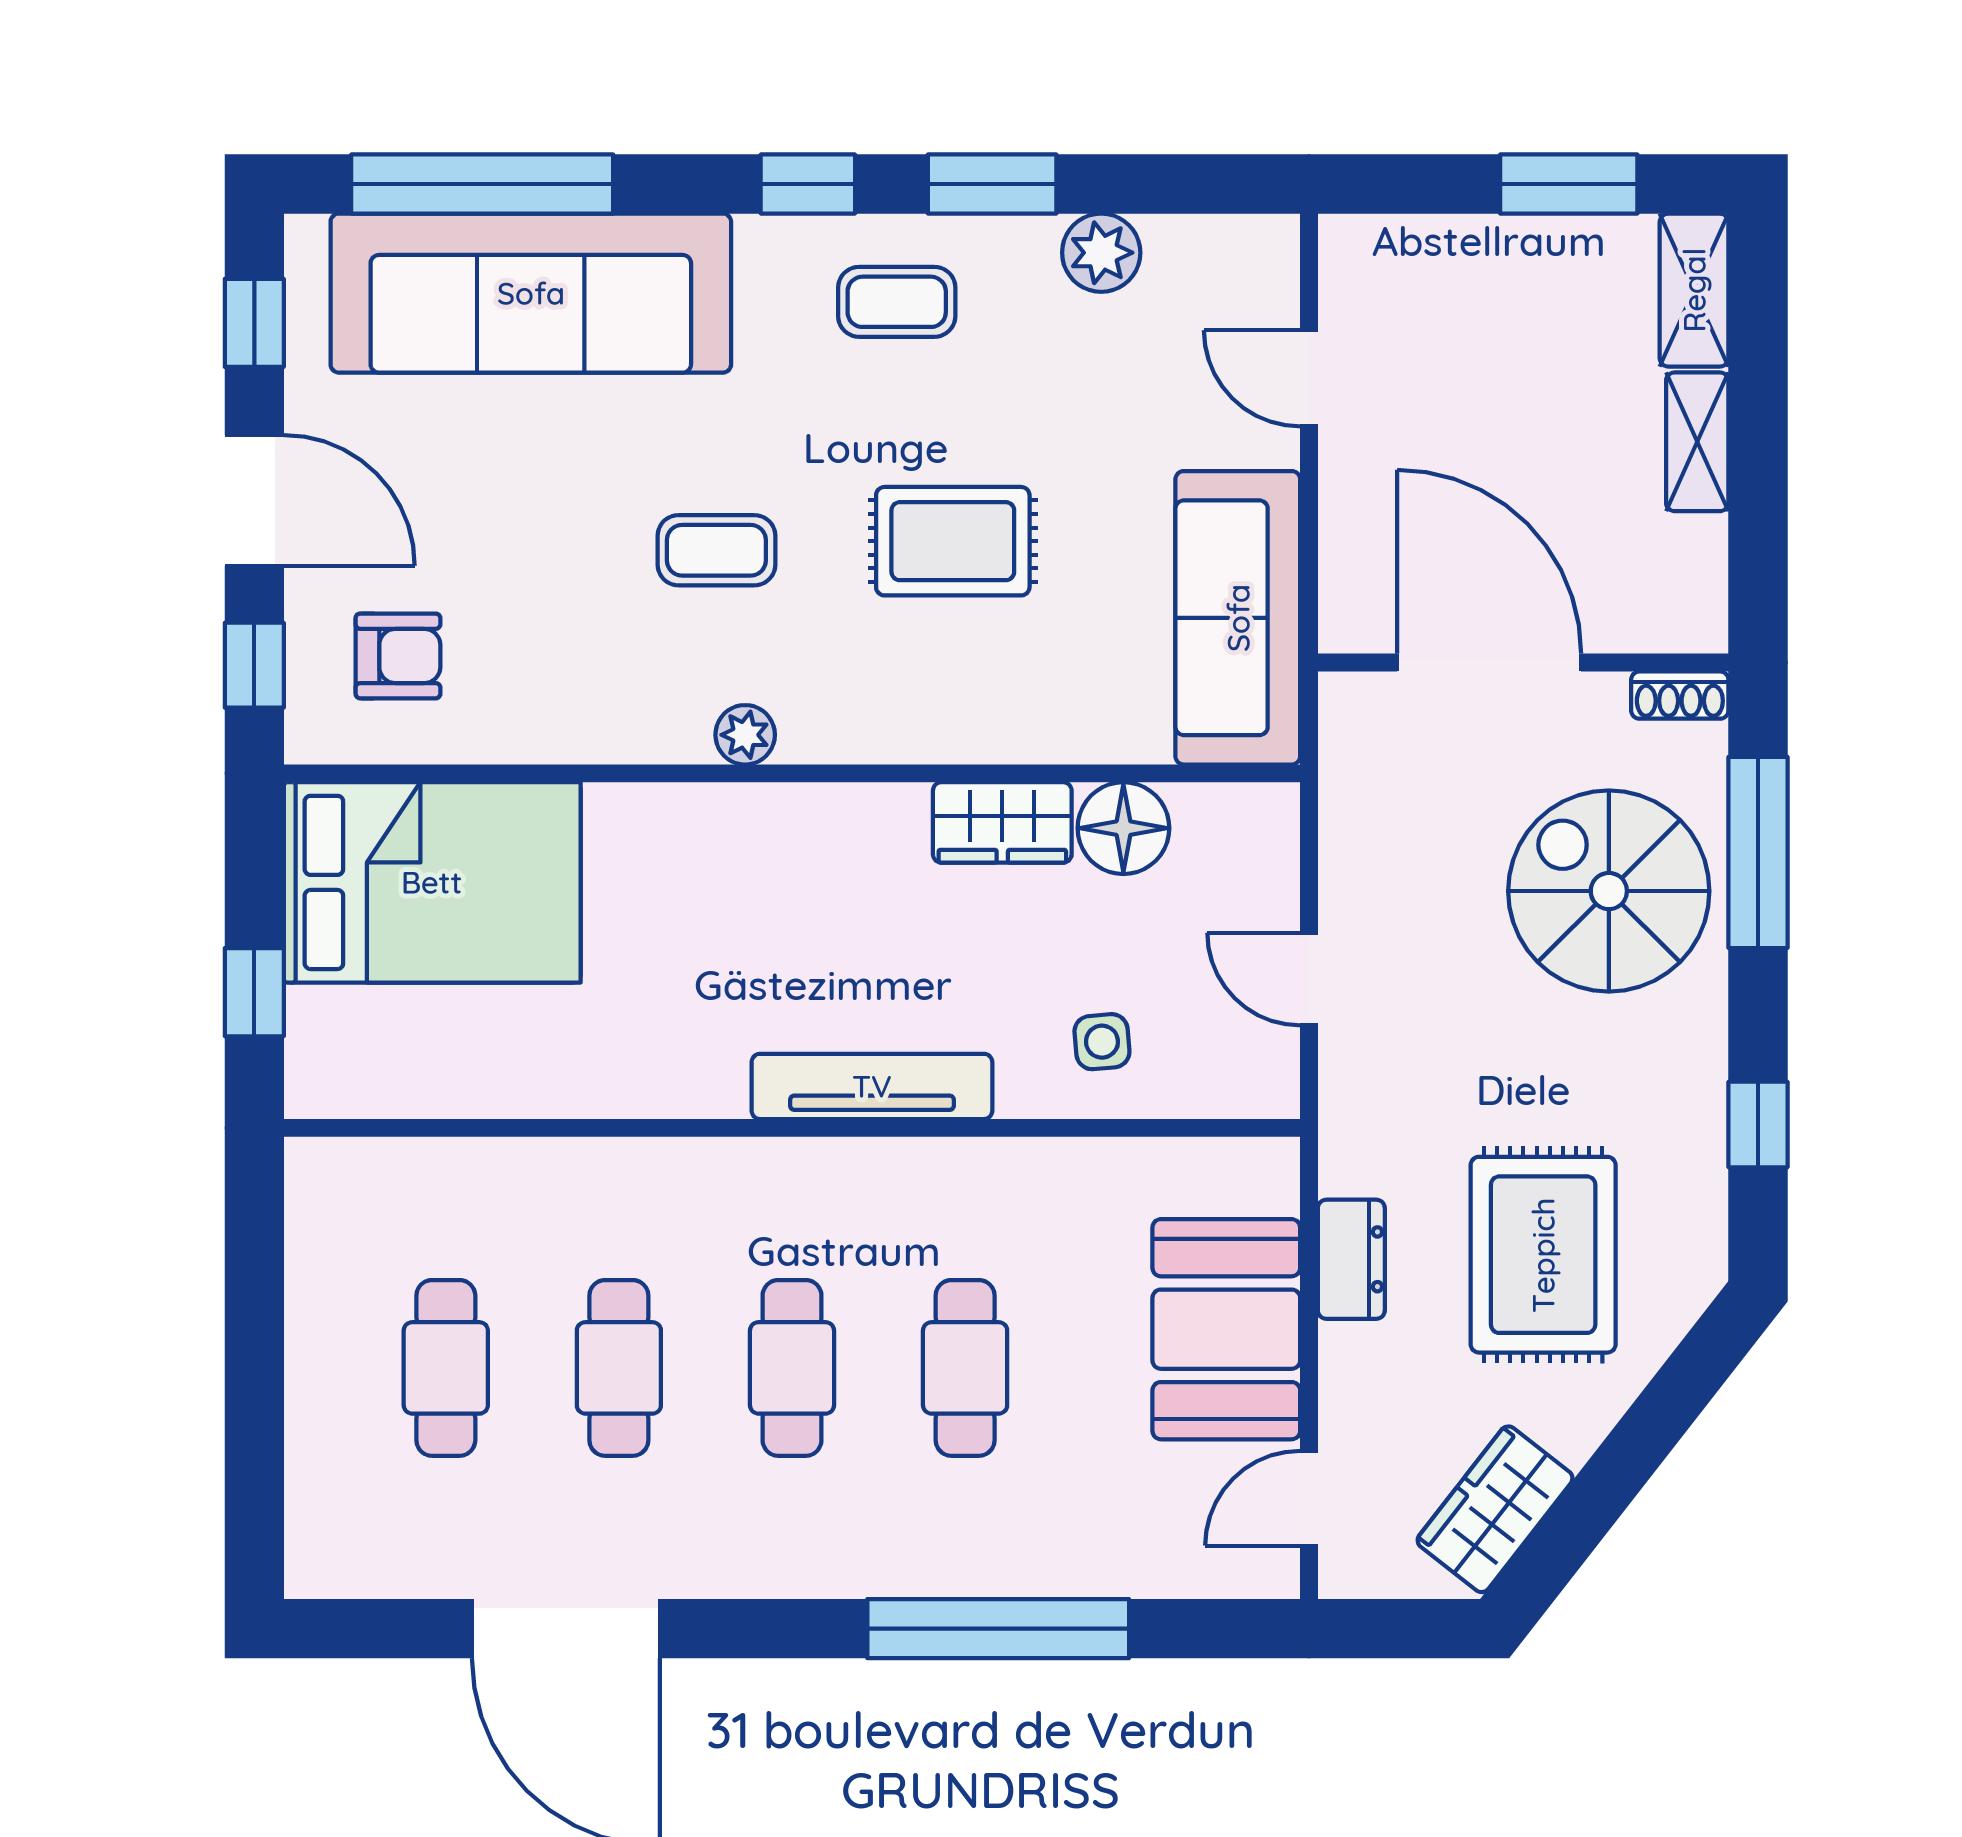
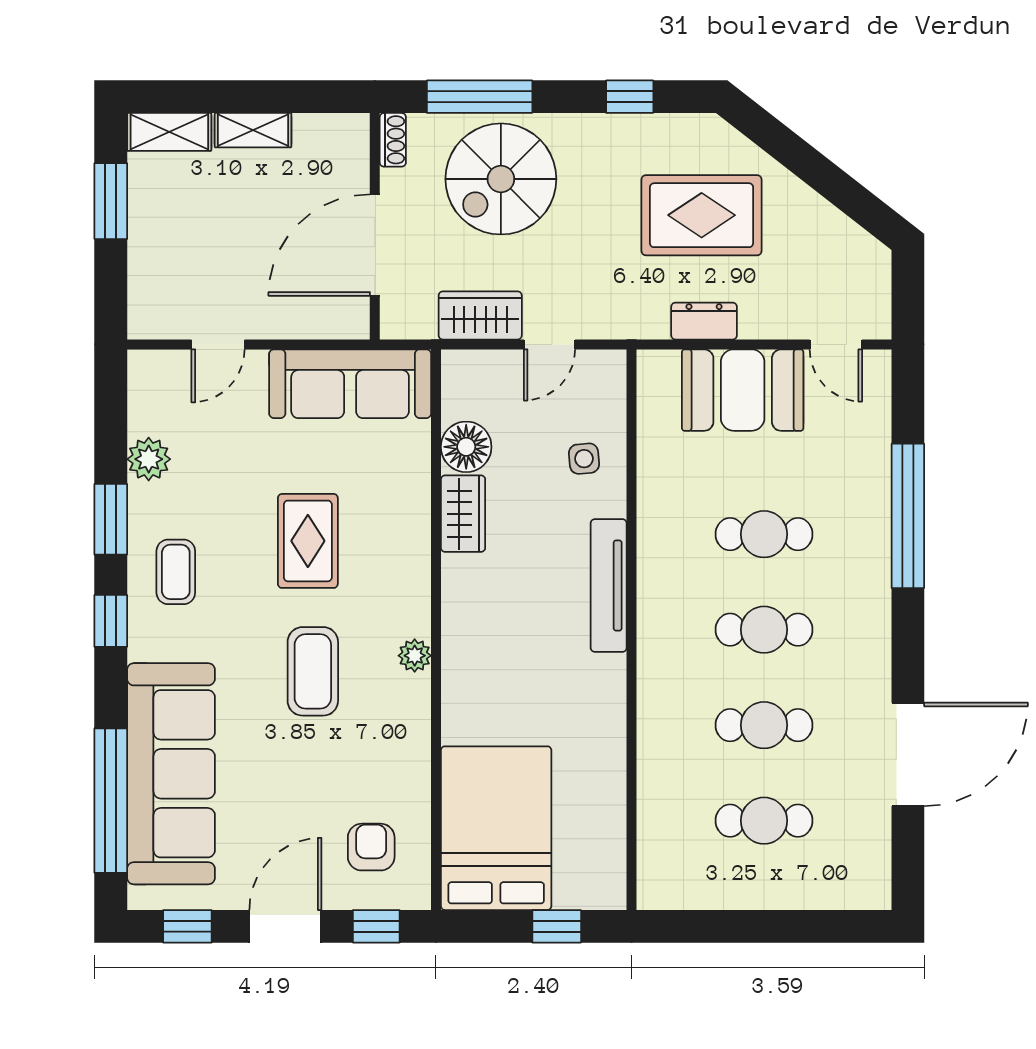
coffee table: (716, 550) -> (313, 671), width x1.36, depth x1.30
wardrobe: (1495, 1509) -> (480, 315), moved, turned 142

